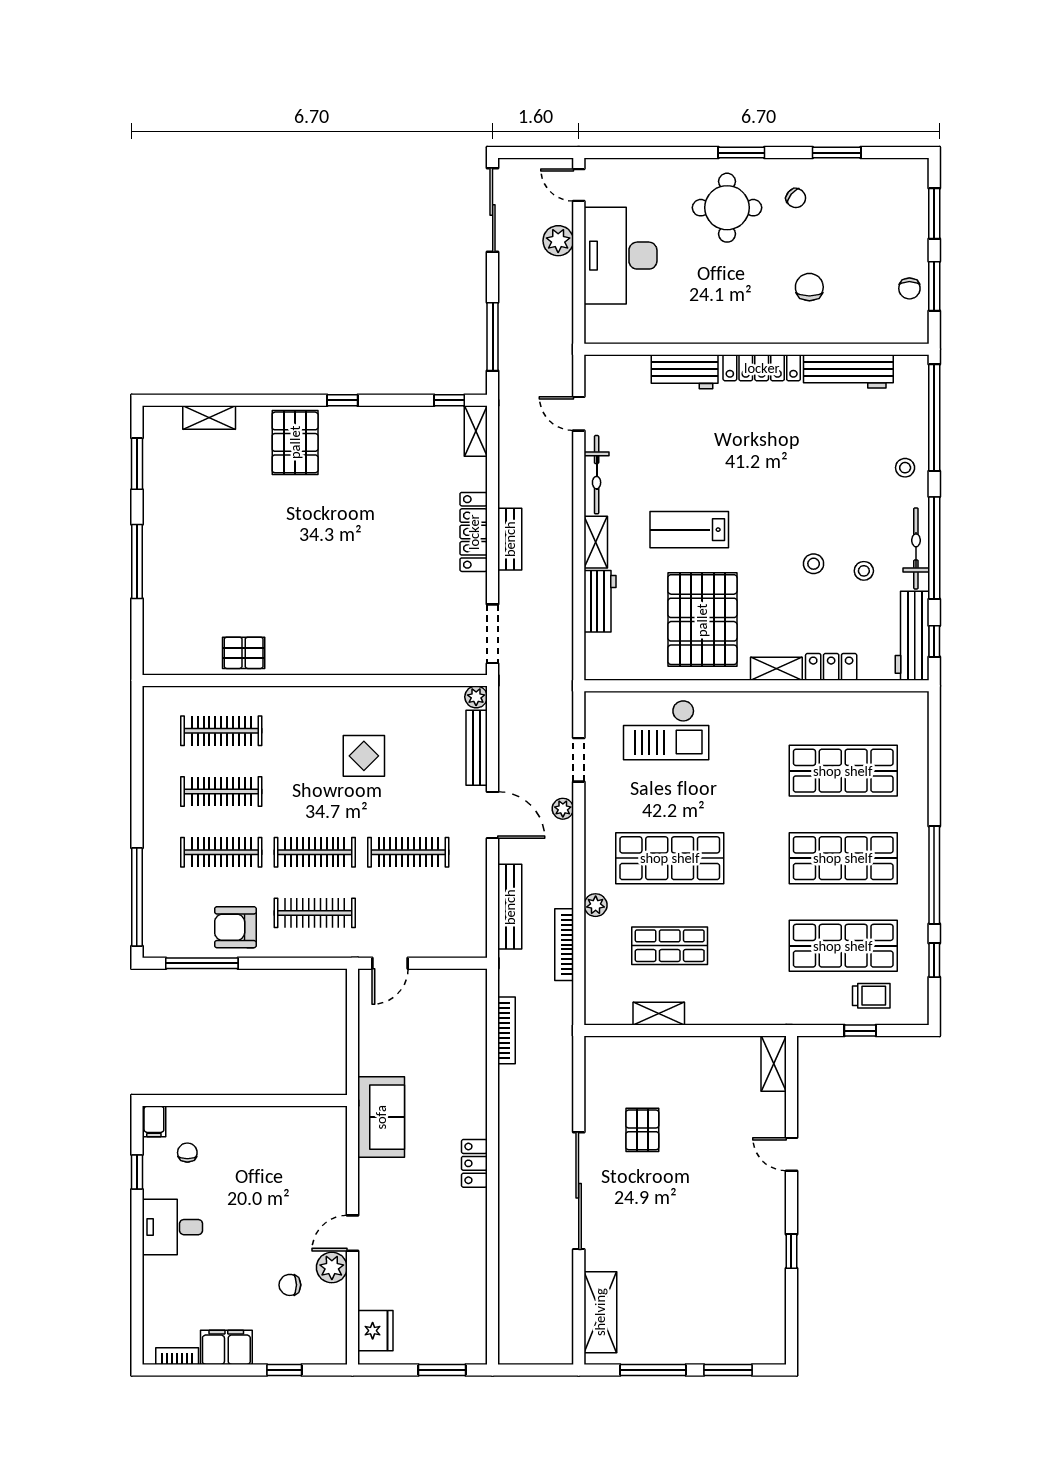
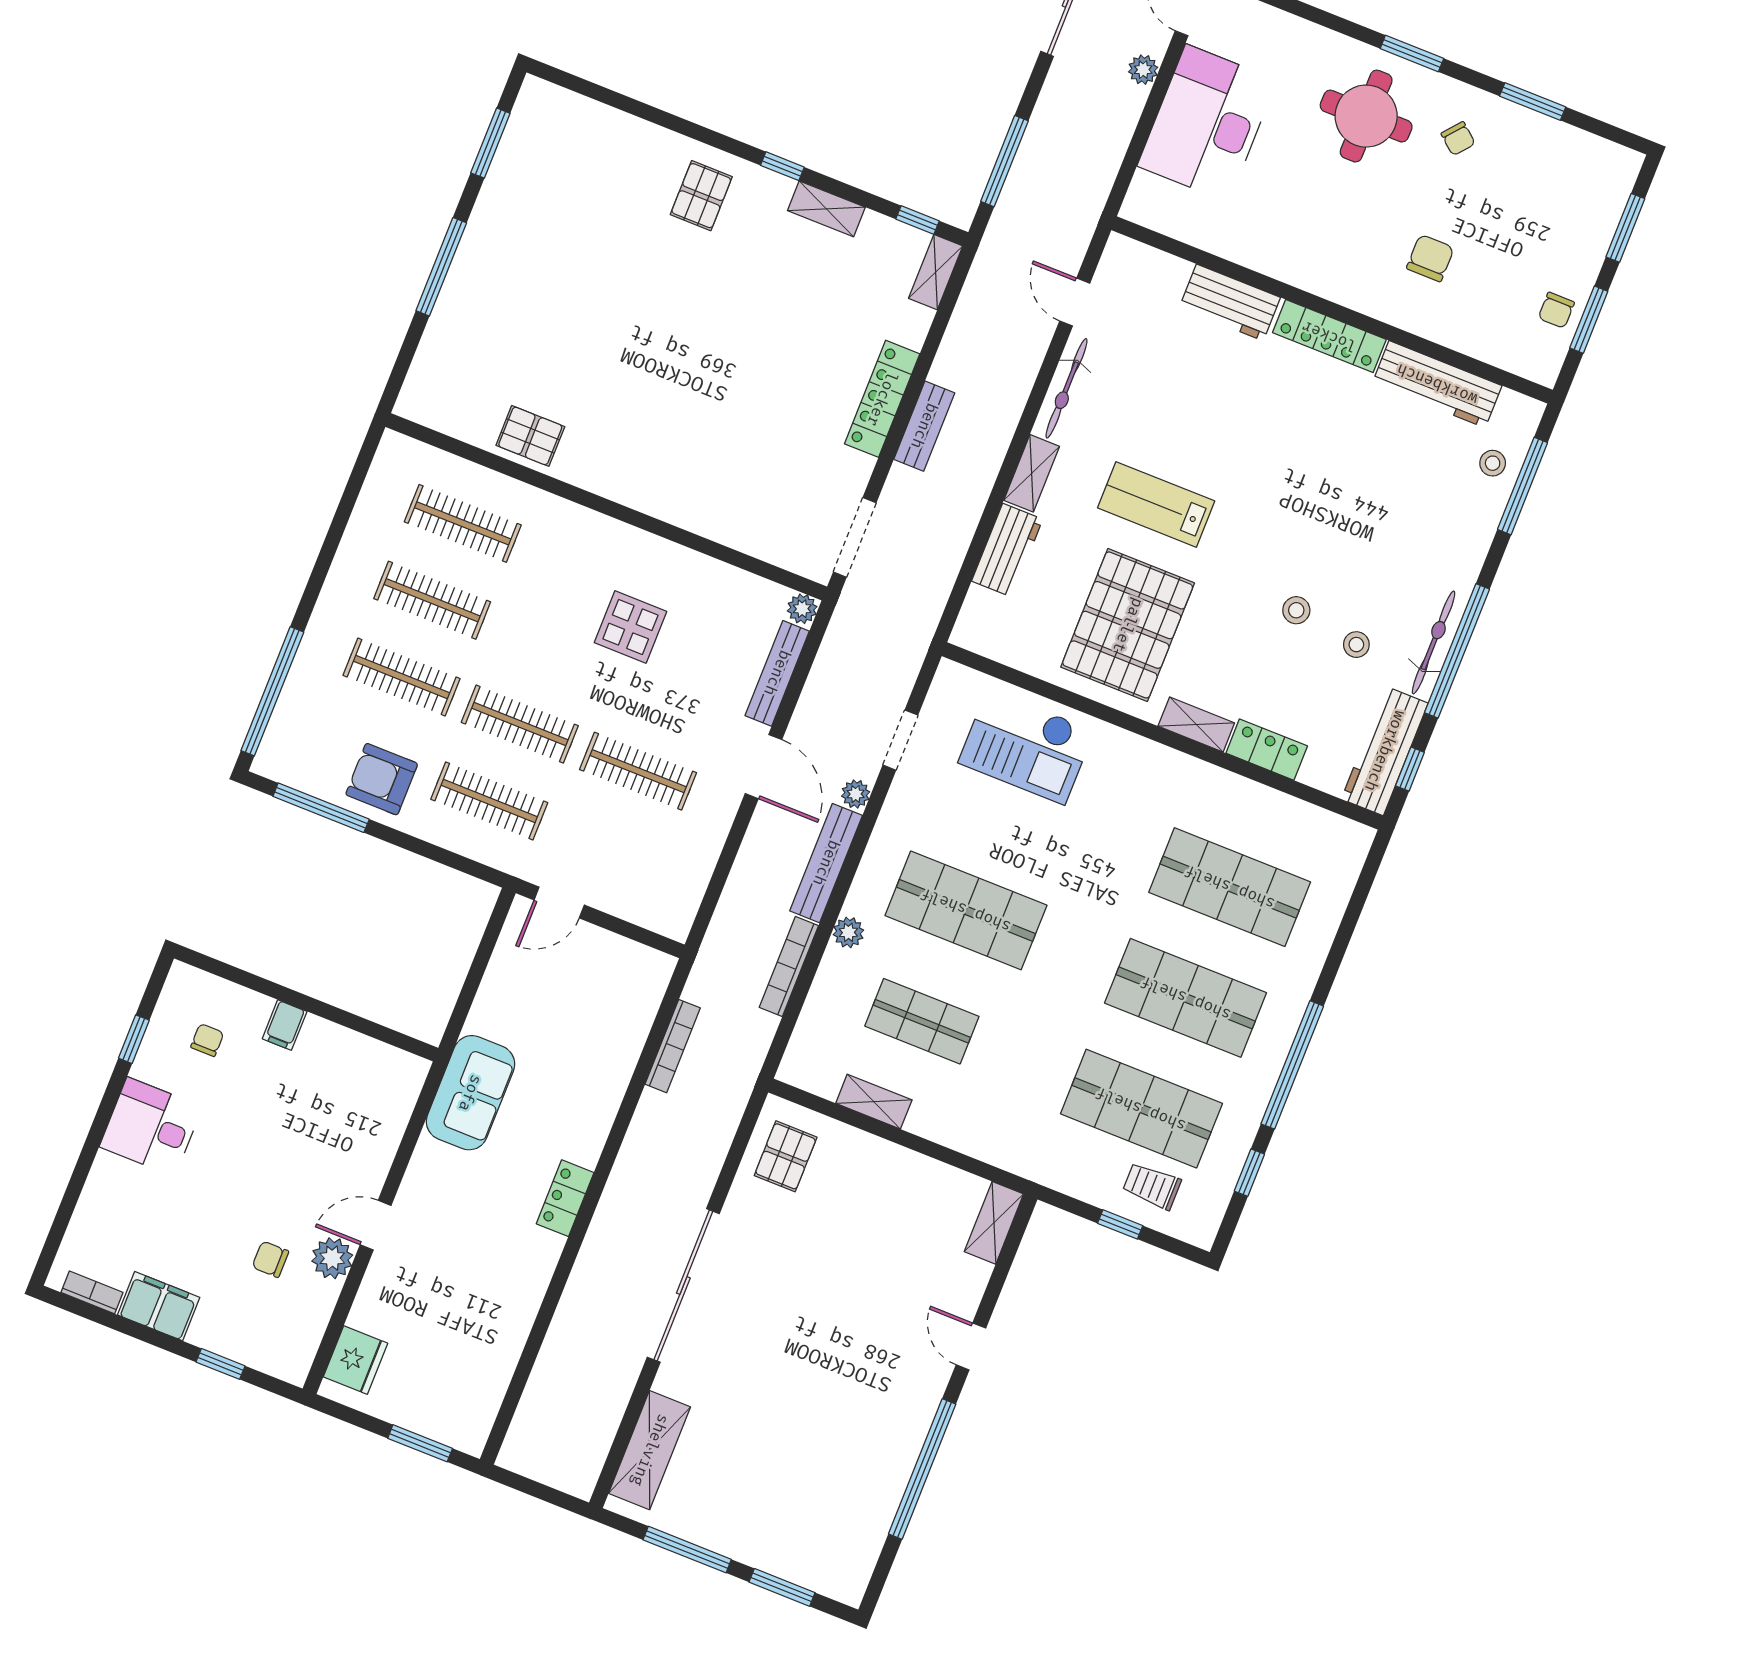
plant: (558, 241) -> (1143, 70), width x0.73, depth x0.73
shelving: (209, 418) -> (826, 209), moved
window: (934, 418) -> (1523, 486), width x0.68
pallet: (295, 442) -> (701, 196), width x0.67, depth x0.71
stool: (905, 468) -> (1493, 463), moved
bench: (510, 907) -> (826, 863), moved
trolley: (871, 996) -> (1152, 1186), turned 180
filing cabinet: (154, 1121) -> (285, 1025), moved
pallet: (642, 1130) -> (786, 1156), moved
window: (791, 1251) -> (922, 1469), width x3.17

